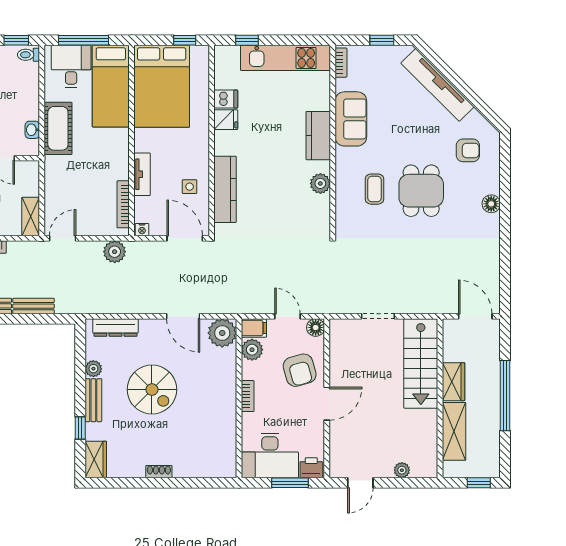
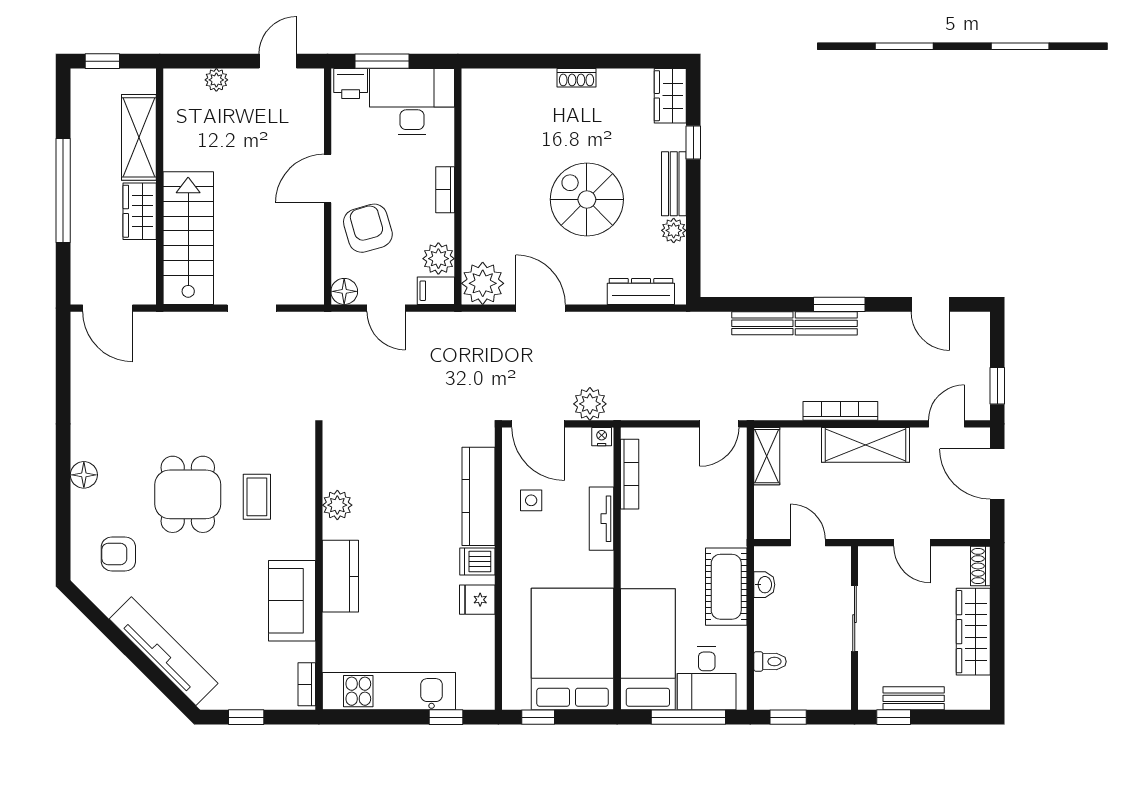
toilet: (28, 55) -> (770, 662), moved
dishwasher: (226, 99) -> (477, 561), moved
plant: (115, 252) -> (590, 404), moved

